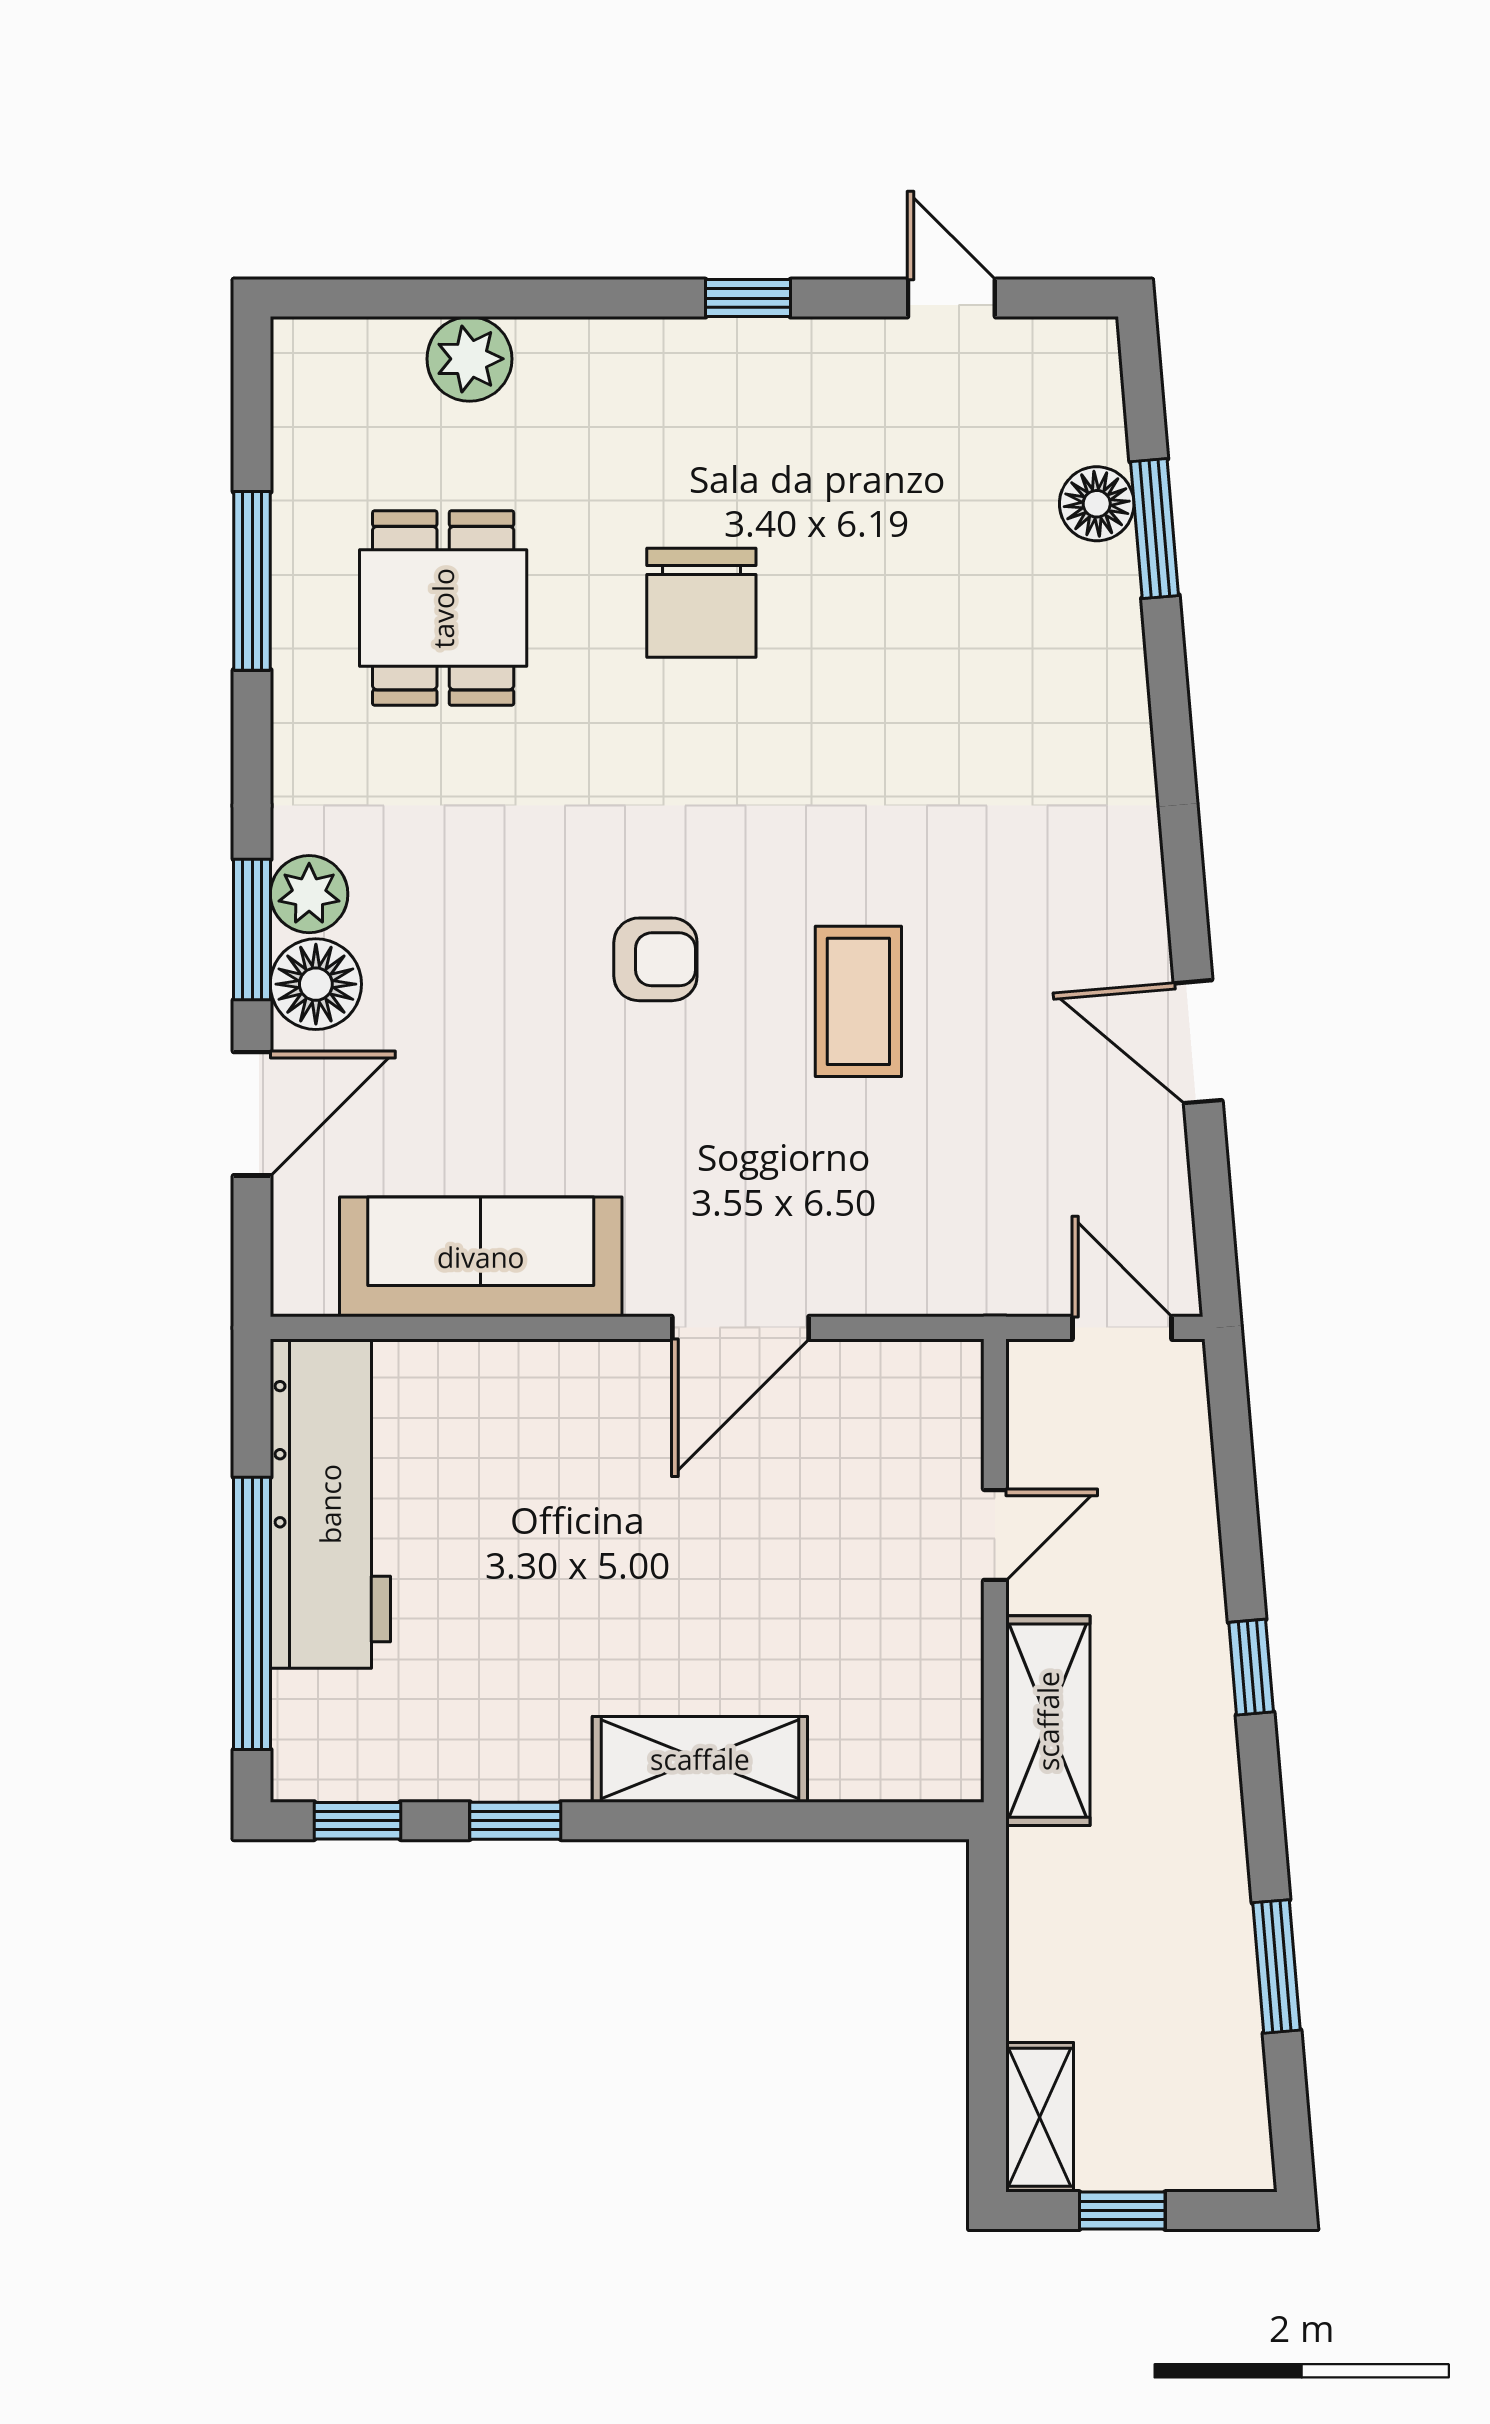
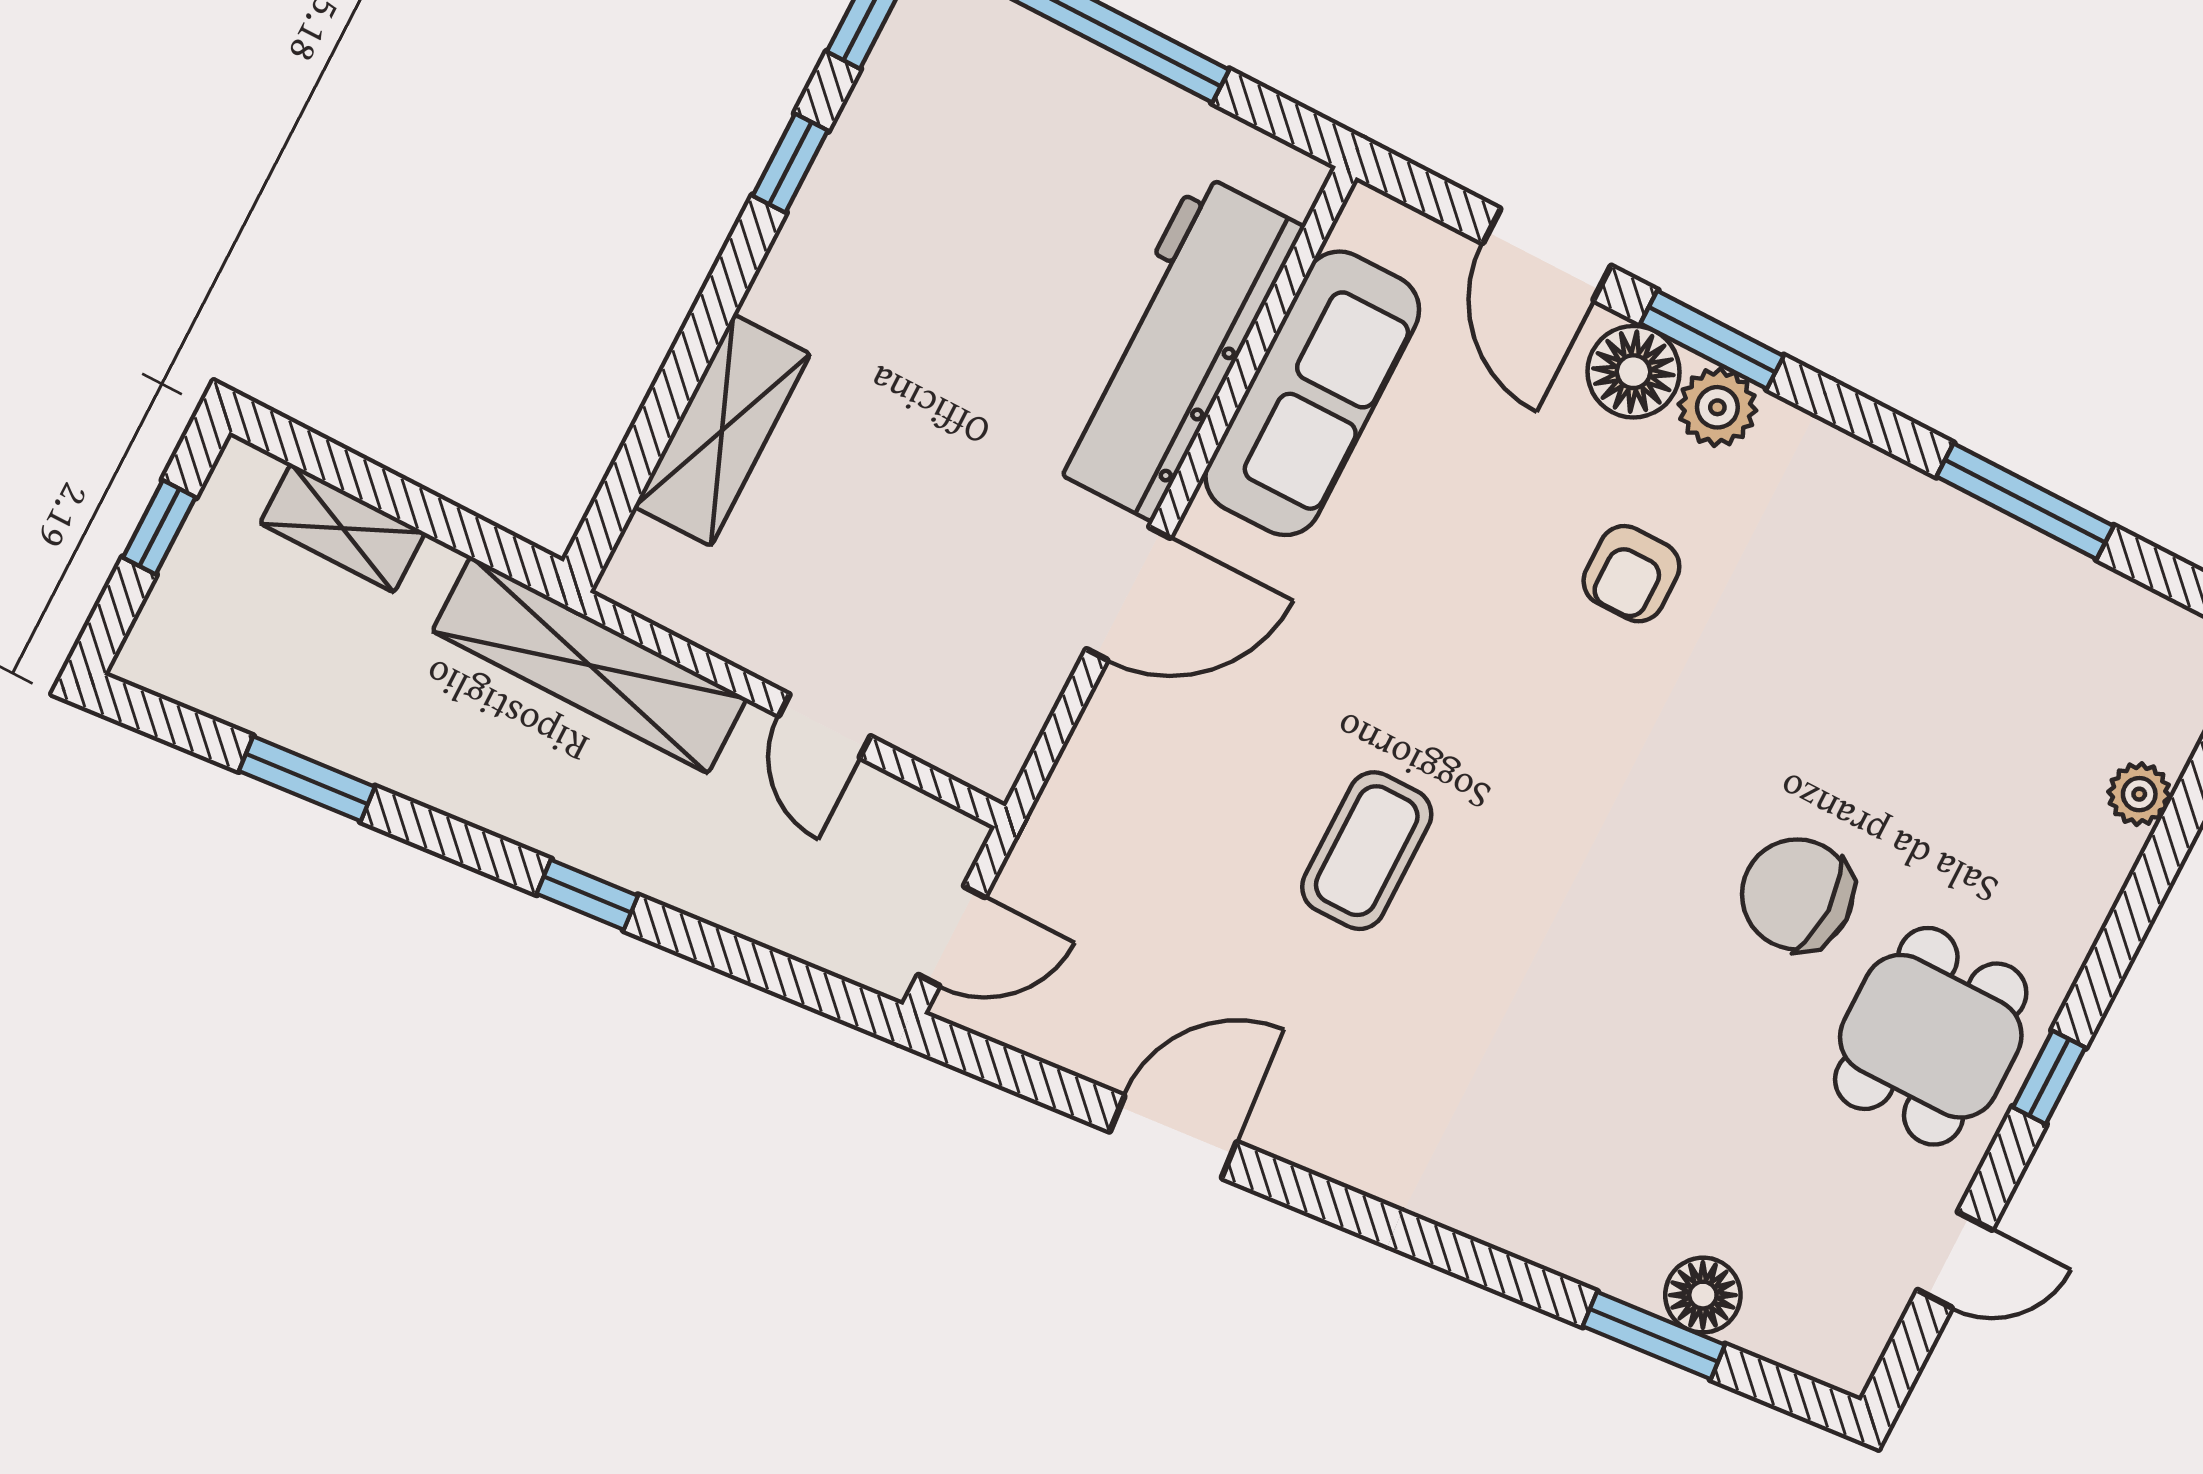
plant: (469, 359) -> (2139, 794), width x0.73, depth x0.73
dining table: (443, 608) -> (1931, 1036), moved, turned 90
armchair: (655, 959) -> (1631, 574), moved
coffee table: (858, 1001) -> (1367, 851), turned 90
door: (740, 1328) -> (1128, 593), swing flipped
workbench: (330, 1504) -> (1175, 347), moved, turned 90
shelving: (1048, 1721) -> (589, 665), width x1.47
shelving: (700, 1759) -> (722, 430), moved
shelving: (1040, 2117) -> (342, 528), moved

